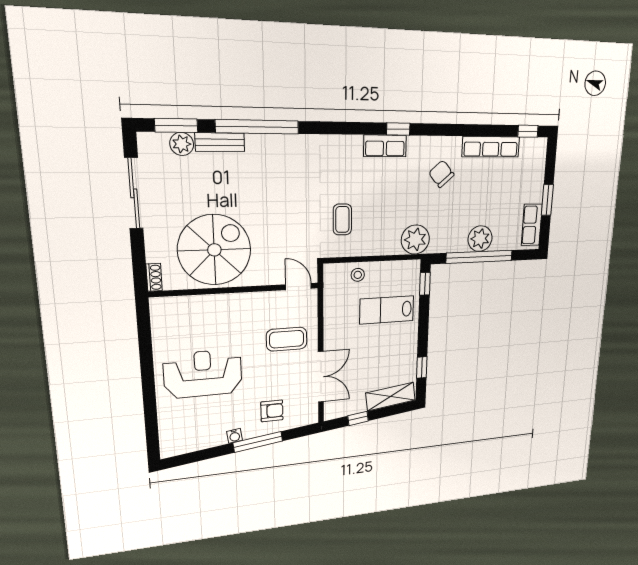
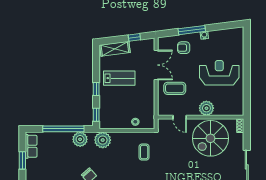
plant: (480, 239) -> (80, 139), moved
door: (298, 287) -> (180, 117), moved
plant: (225, 307) -> (206, 108), added
lab bench: (387, 310) -> (119, 78), moved
window: (422, 367) -> (96, 89), moved
reception desk: (203, 374) -> (219, 73), turned 180
double door: (321, 377) -> (156, 65), swing flipped

